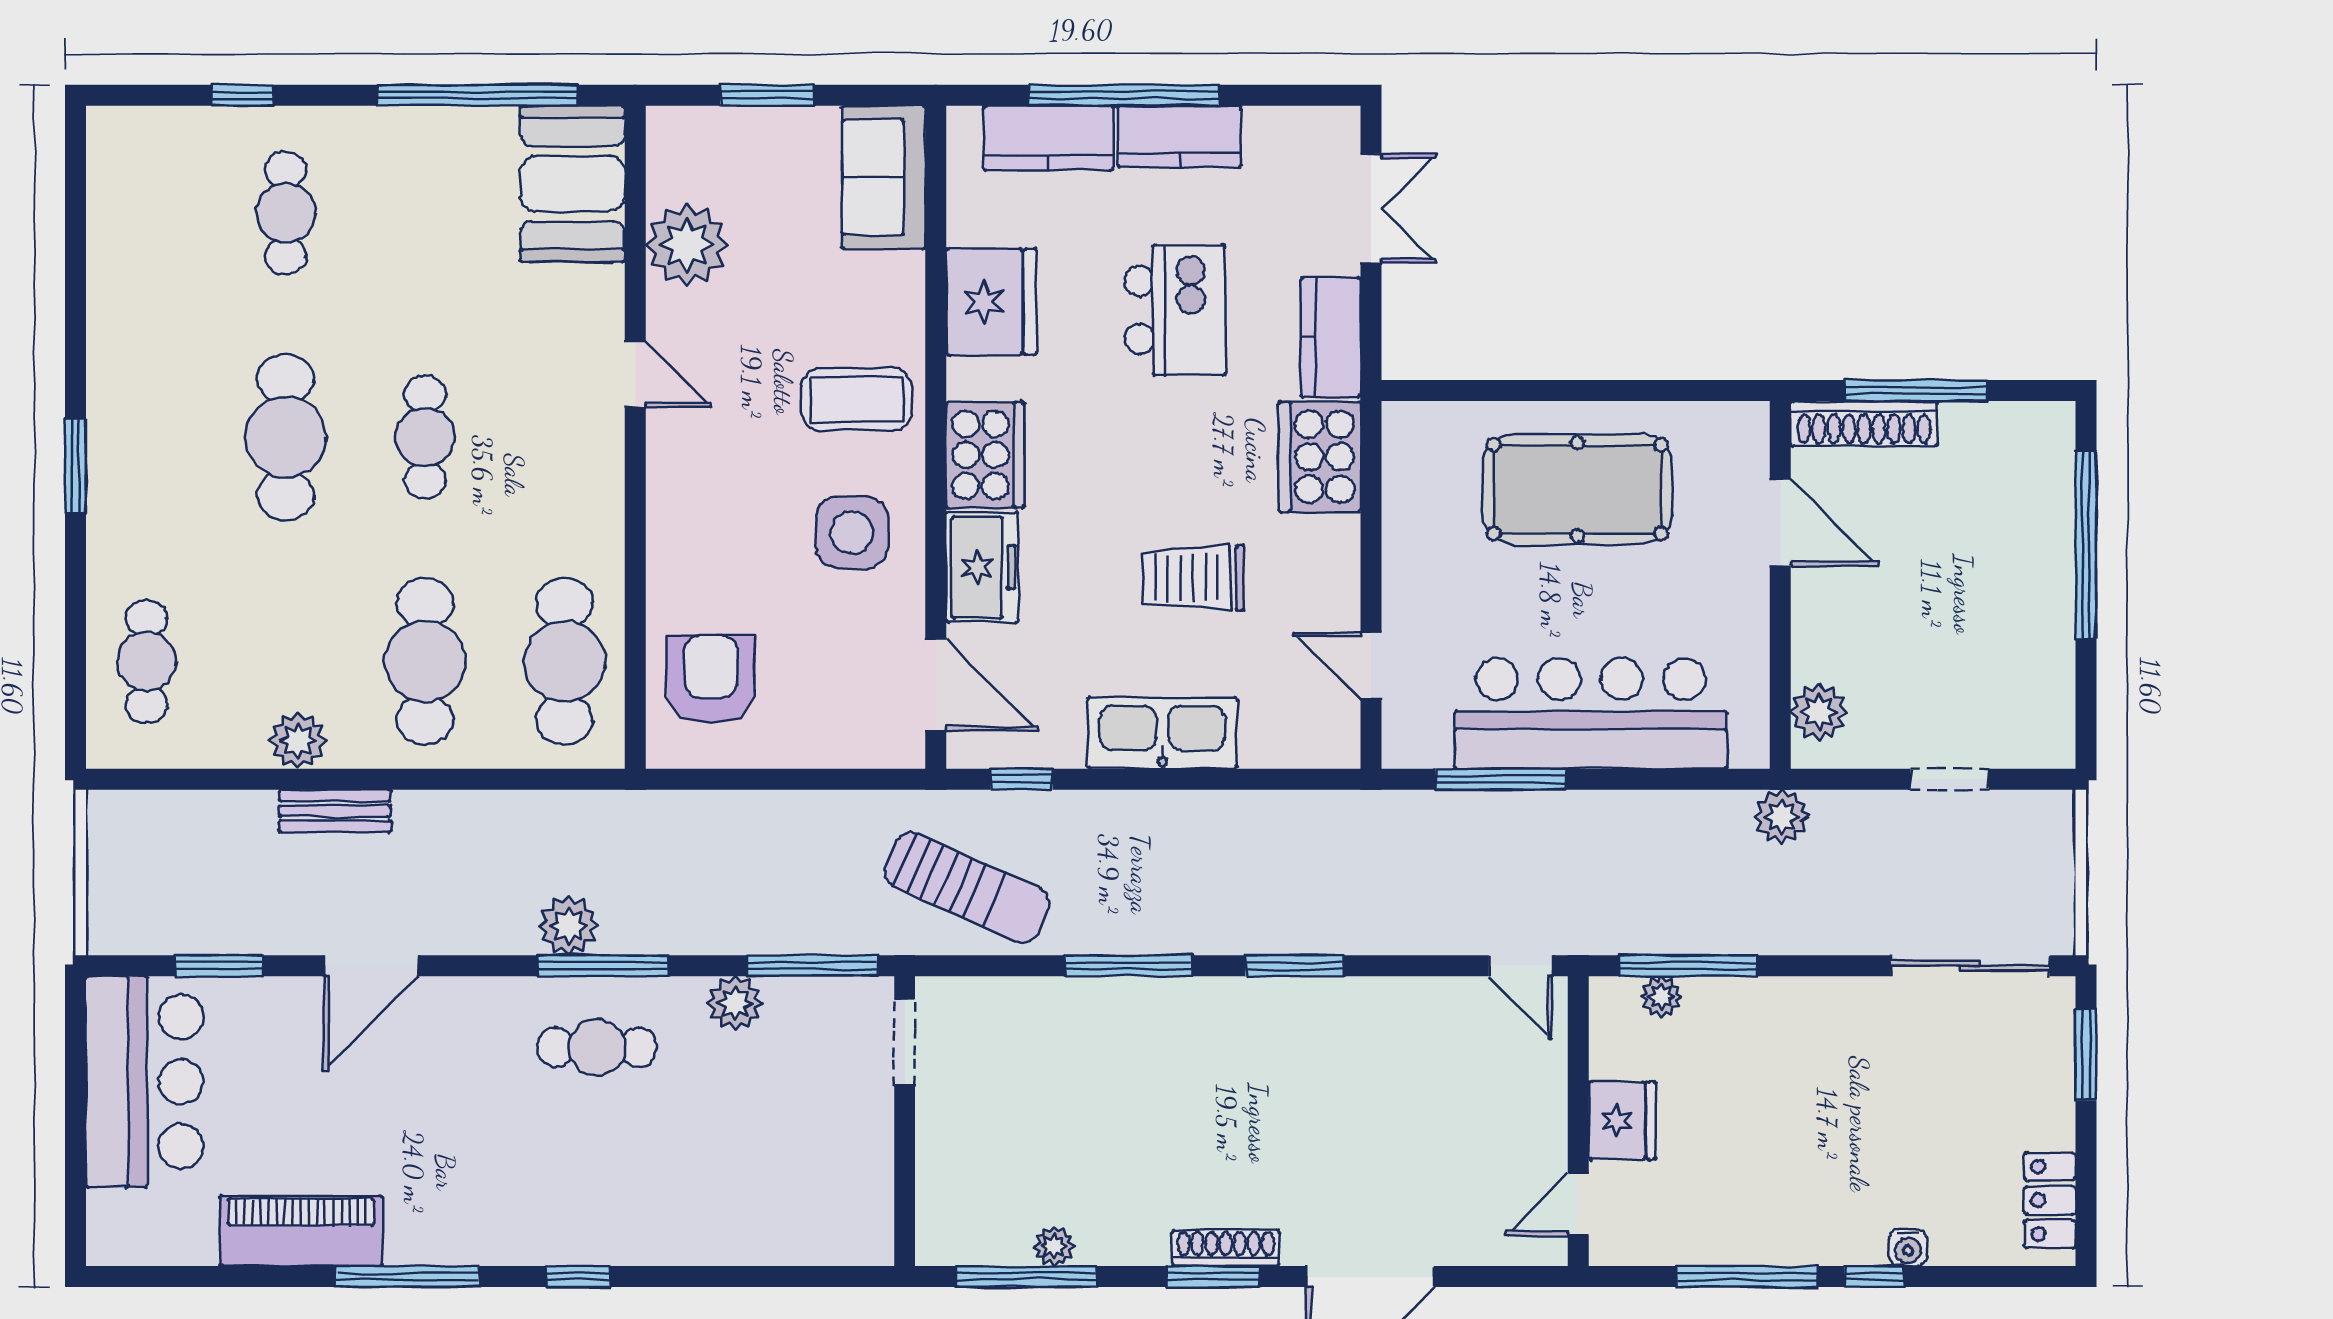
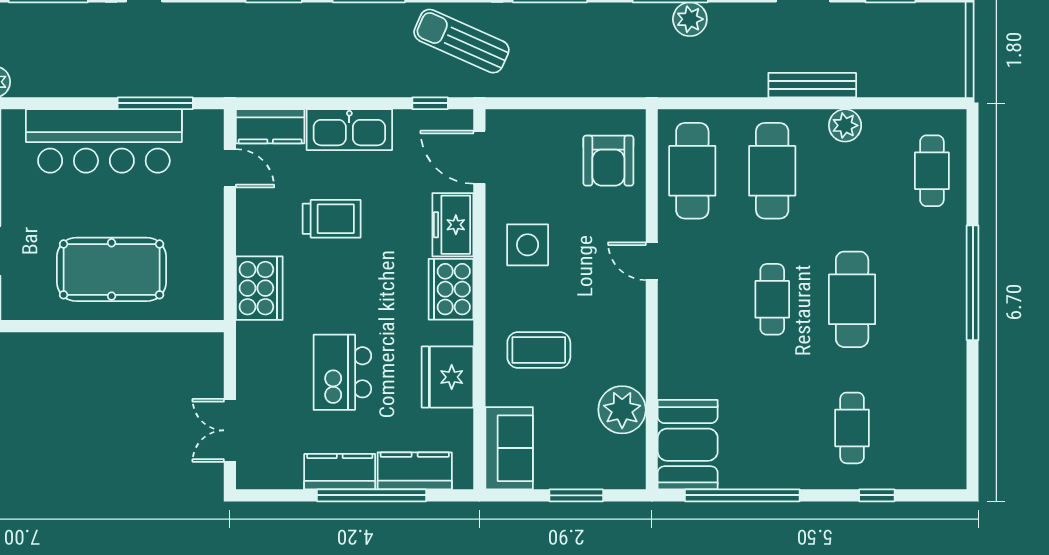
kitchen counter: (1331, 337) -> (270, 126), moved, turned 90
door: (635, 374) -> (652, 261), moved
coffee table: (856, 399) -> (539, 350), moved
window: (76, 466) -> (973, 283), width x2.11
bench: (335, 811) -> (812, 85), width x1.36

